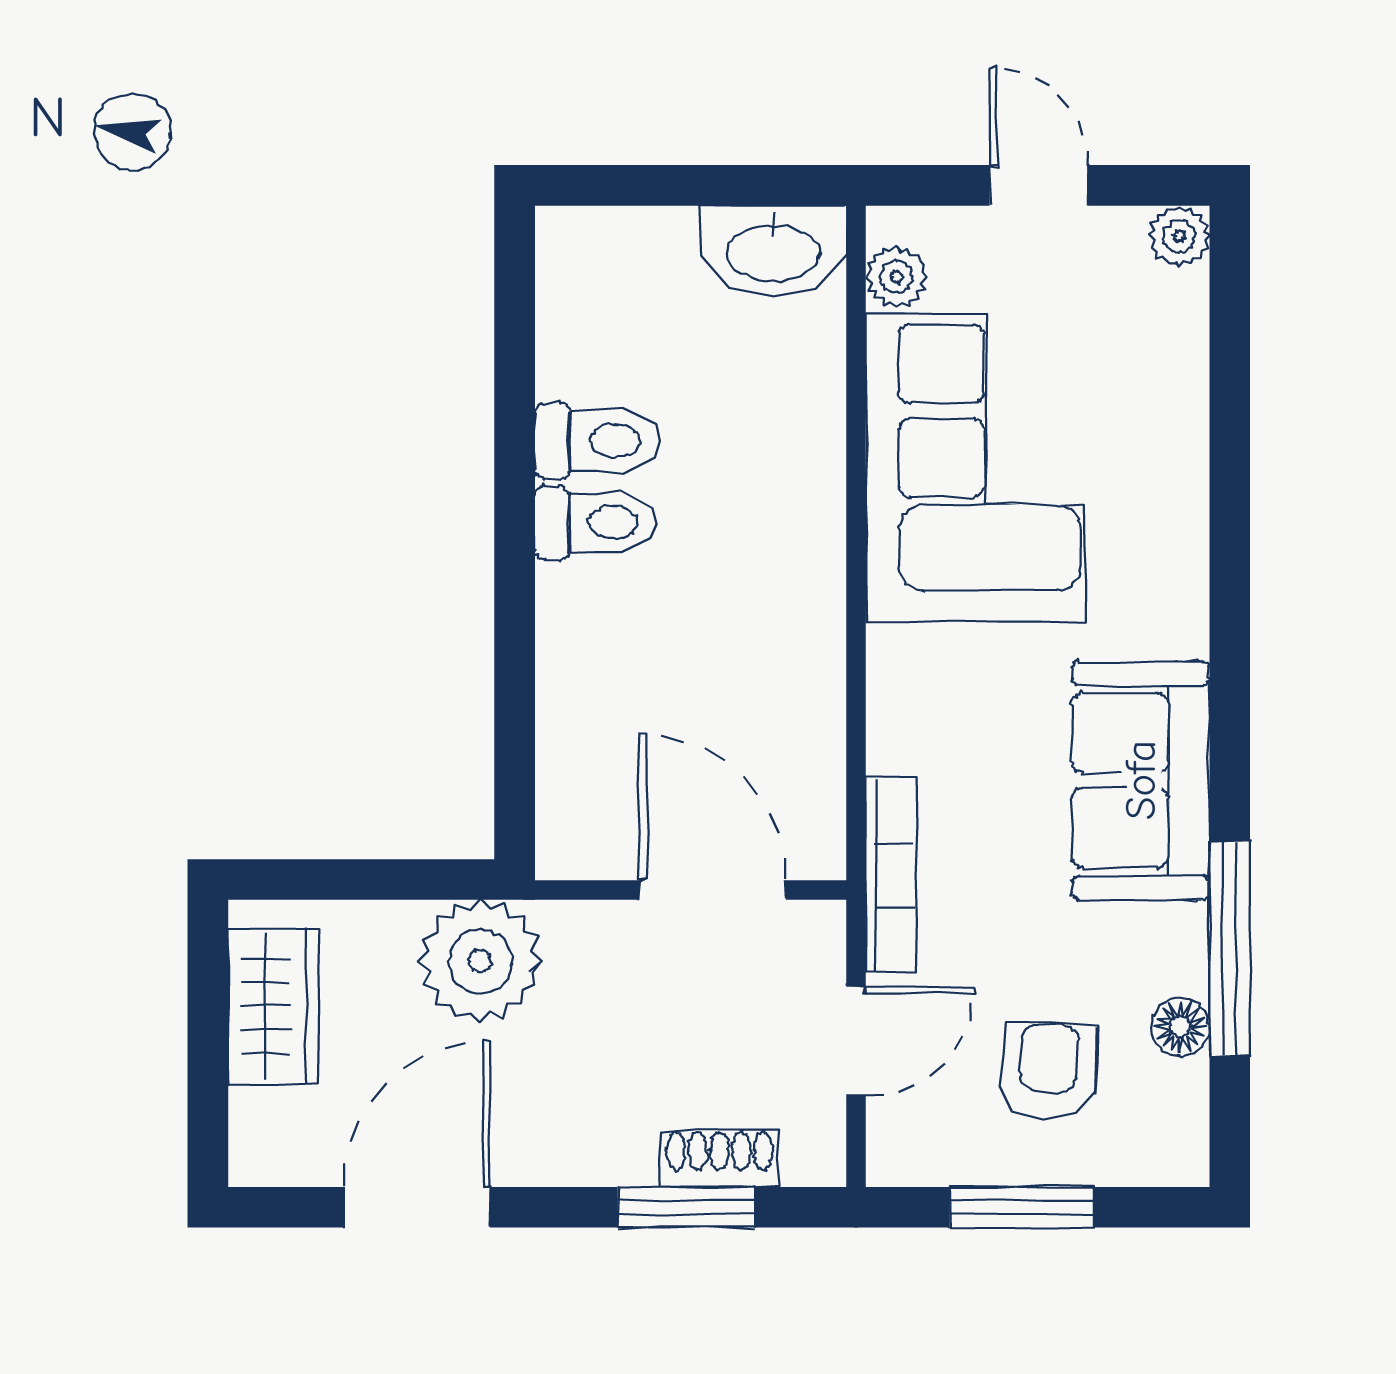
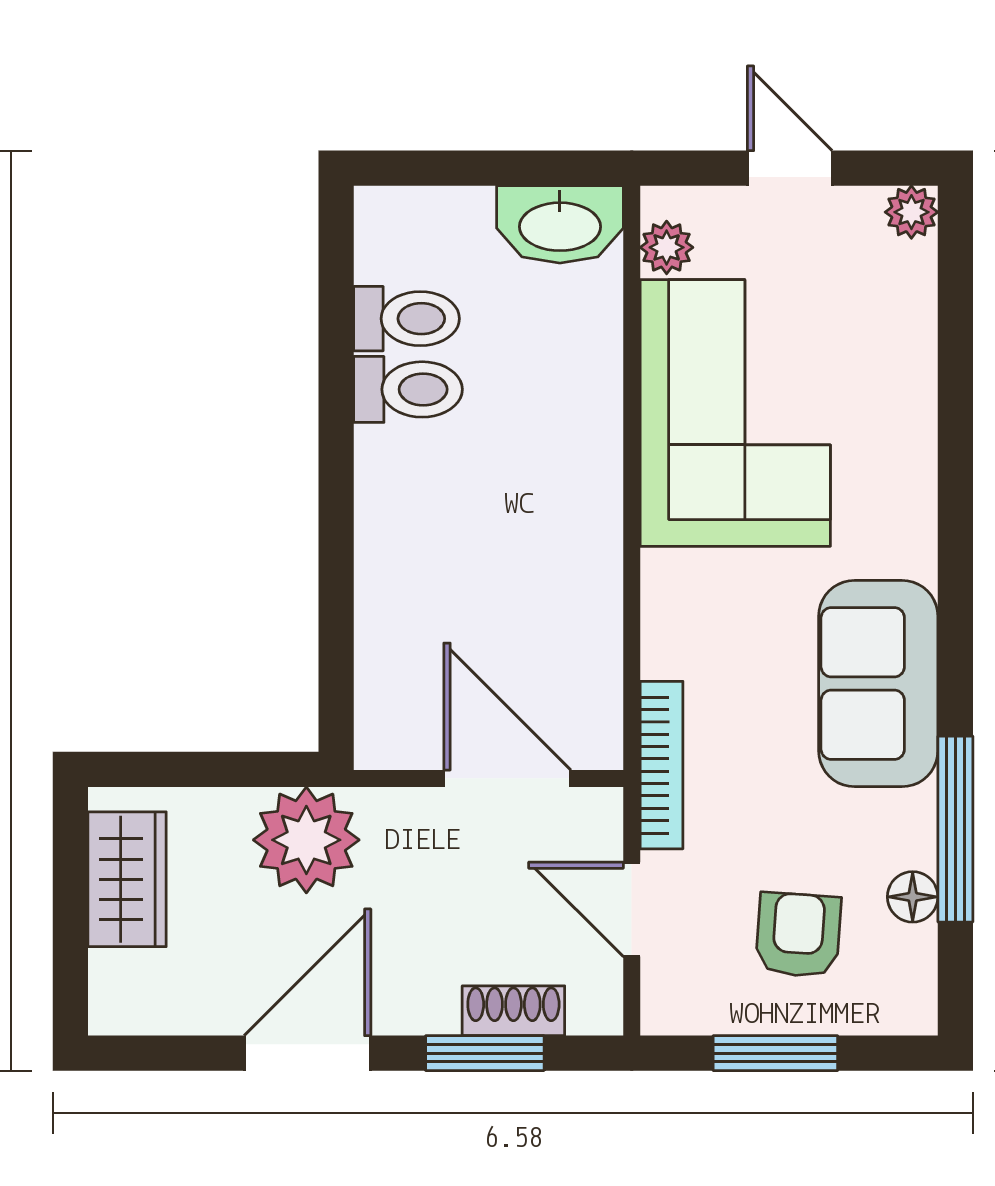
toilet: (596, 523) -> (406, 319), moved
door: (856, 1041) -> (632, 909), swing flipped
door: (417, 1207) -> (307, 1053), moved

